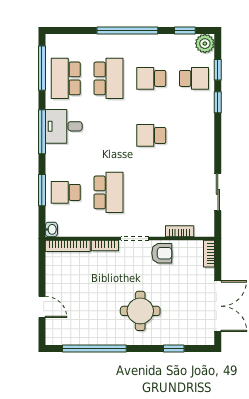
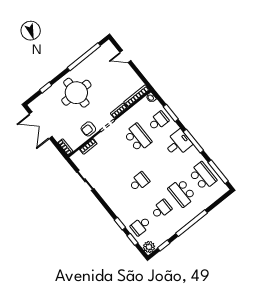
desk: (64, 126) -> (178, 143), moved
school desk: (109, 192) -> (138, 138), turned 180
round table: (140, 311) -> (76, 93), width x1.36, depth x1.36

